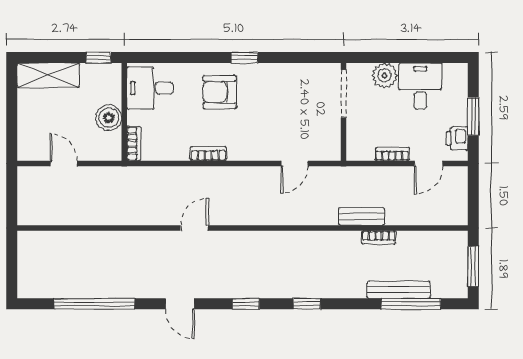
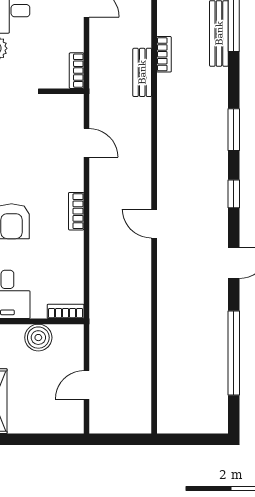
bookcase: (208, 154) -> (76, 211), moved
bookcase: (392, 154) -> (77, 71), moved
door: (194, 228) -> (154, 224), moved
window: (307, 304) -> (234, 130), width x1.50

